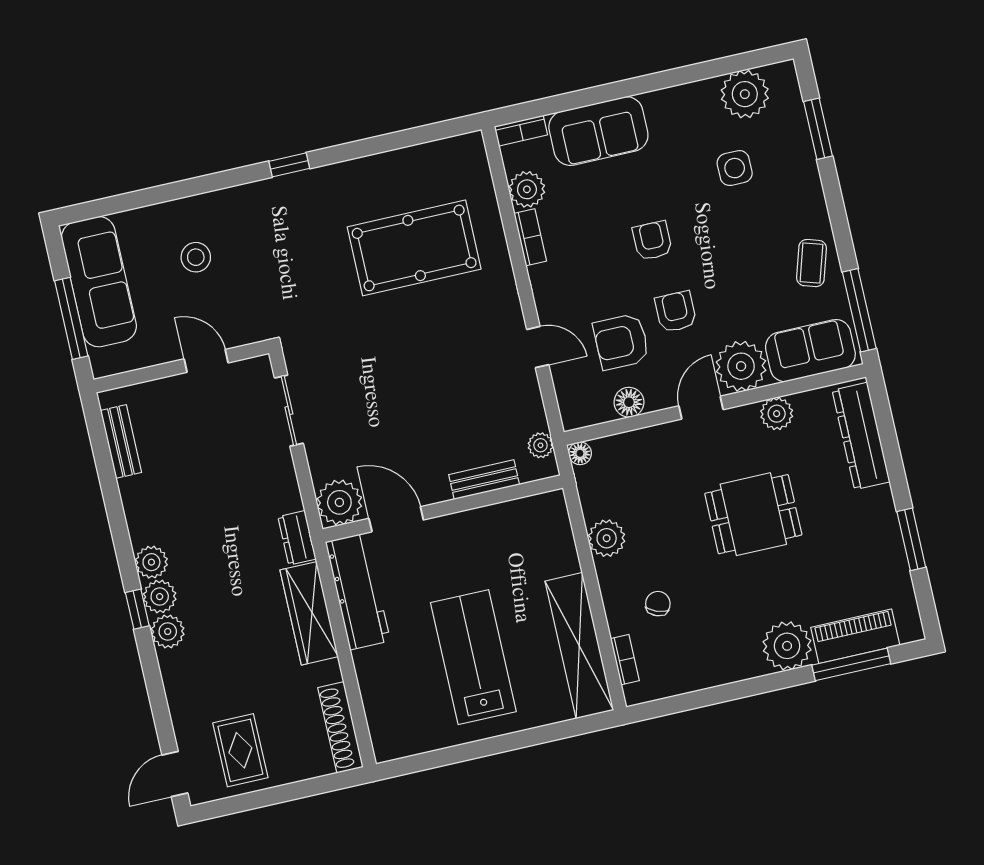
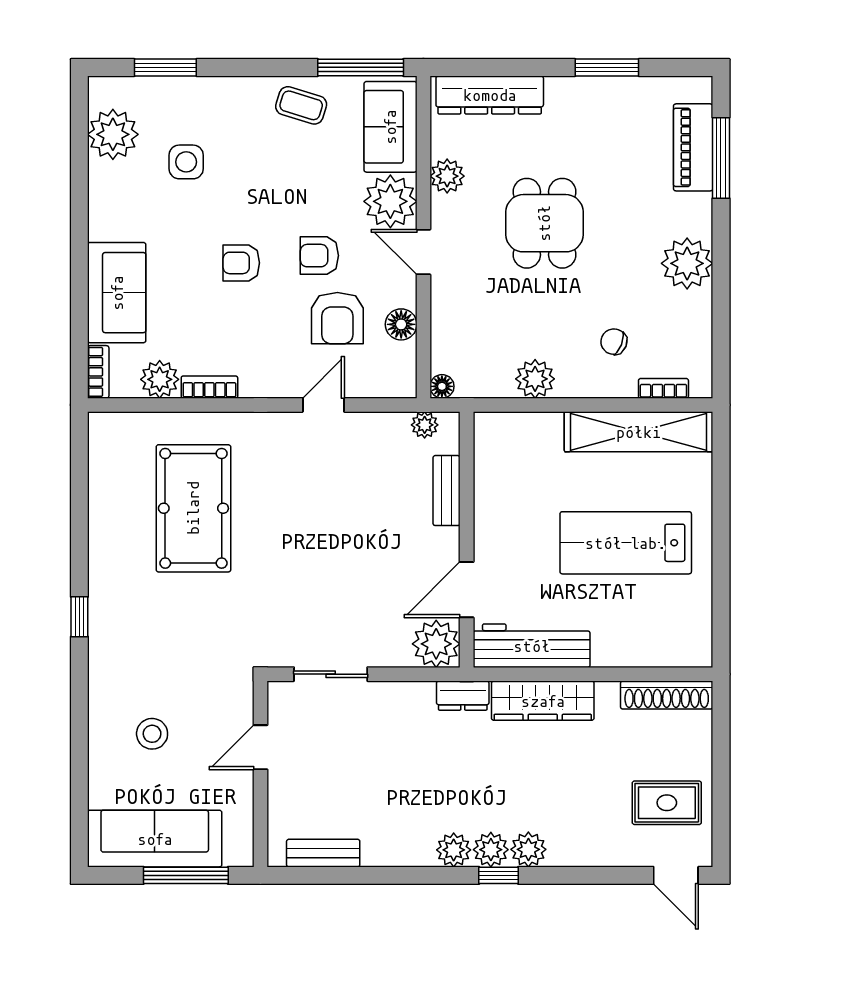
plant: (787, 646) -> (687, 263), moved

